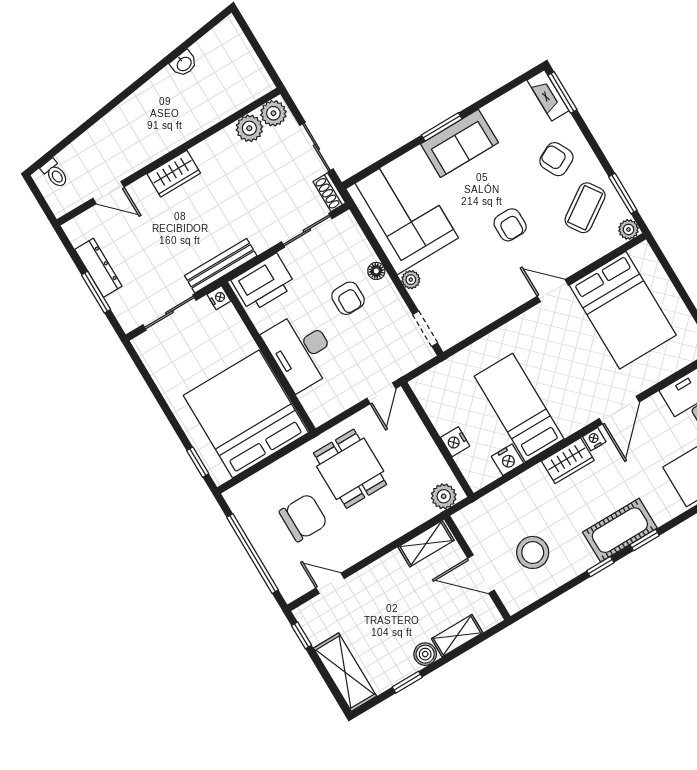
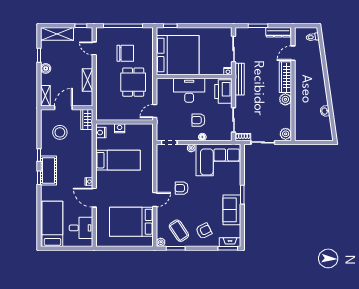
plant: (249, 128) -> (285, 99), moved
sofa: (459, 143) -> (232, 210), moved
wardrobe: (174, 174) -> (285, 77), width x1.50
armchair: (510, 225) -> (182, 188), moved
dresser: (98, 268) -> (278, 32), moved
door: (381, 393) -> (155, 111), hinge flipped
nightstand: (507, 460) -> (101, 133), moved
wardrobe: (568, 461) -> (87, 120), moved
dining table: (350, 469) -> (133, 82), turned 90
plant: (444, 496) -> (101, 111), removed
chair: (303, 518) -> (125, 53), turned -90
shelving: (426, 544) -> (87, 80), moved
door: (330, 583) -> (94, 48), swing flipped
shelving: (457, 636) -> (45, 96), moved

